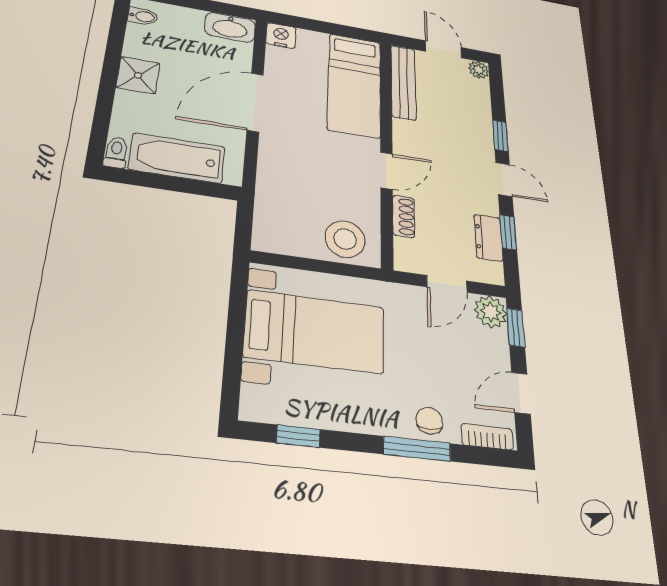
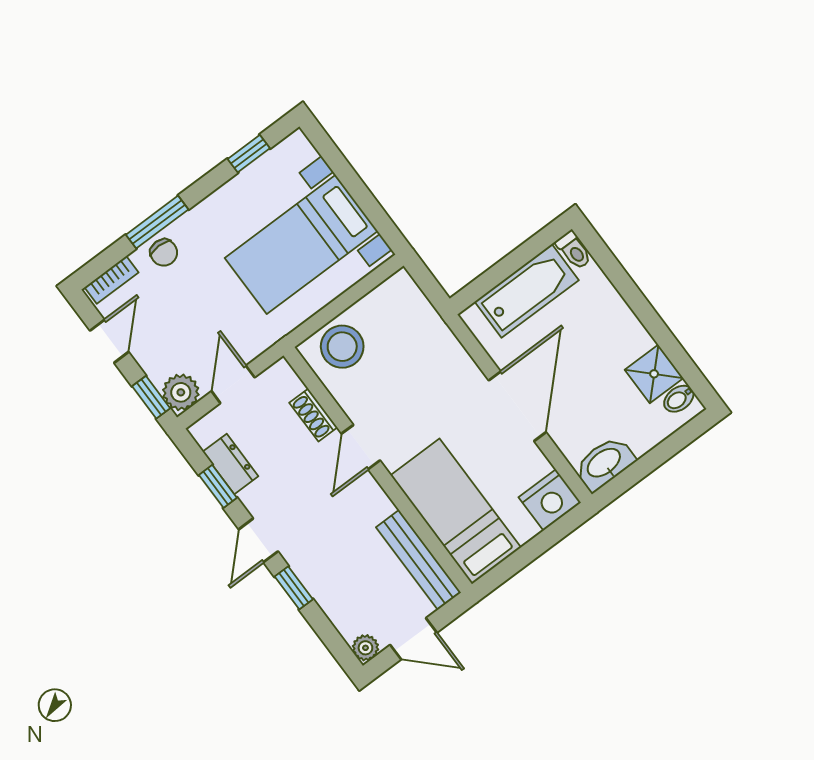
nightstand: (281, 36) -> (550, 500), width x1.36, depth x1.33
shower: (138, 75) -> (654, 374), moved
door: (504, 179) -> (258, 540), hinge flipped

